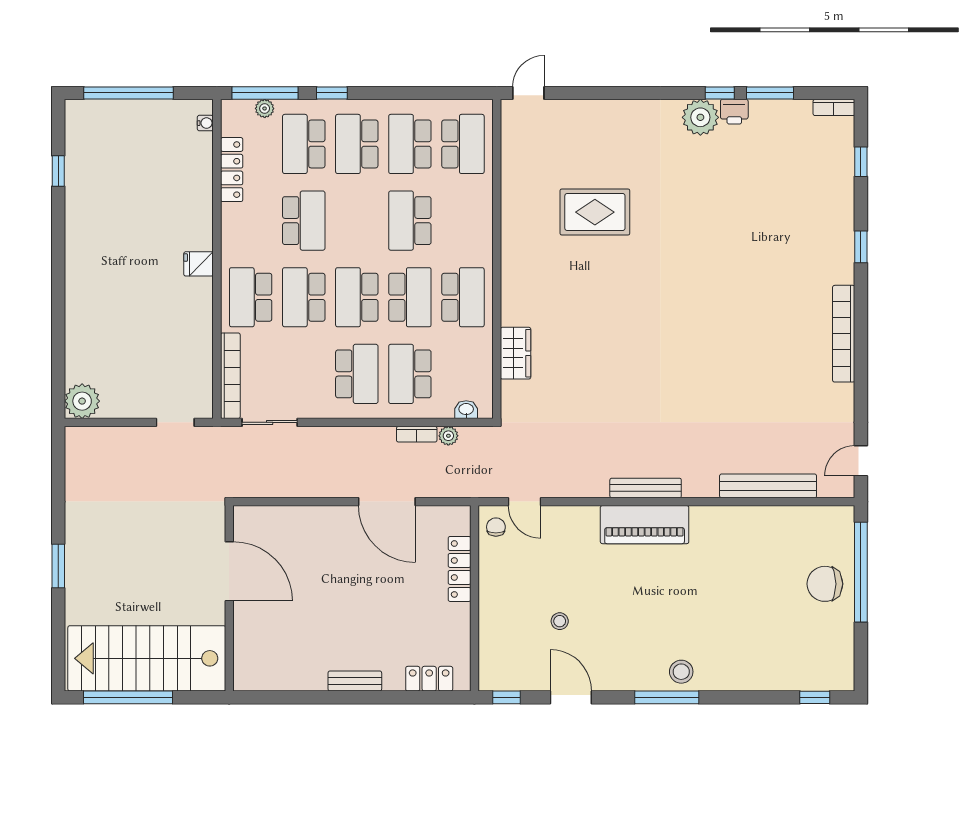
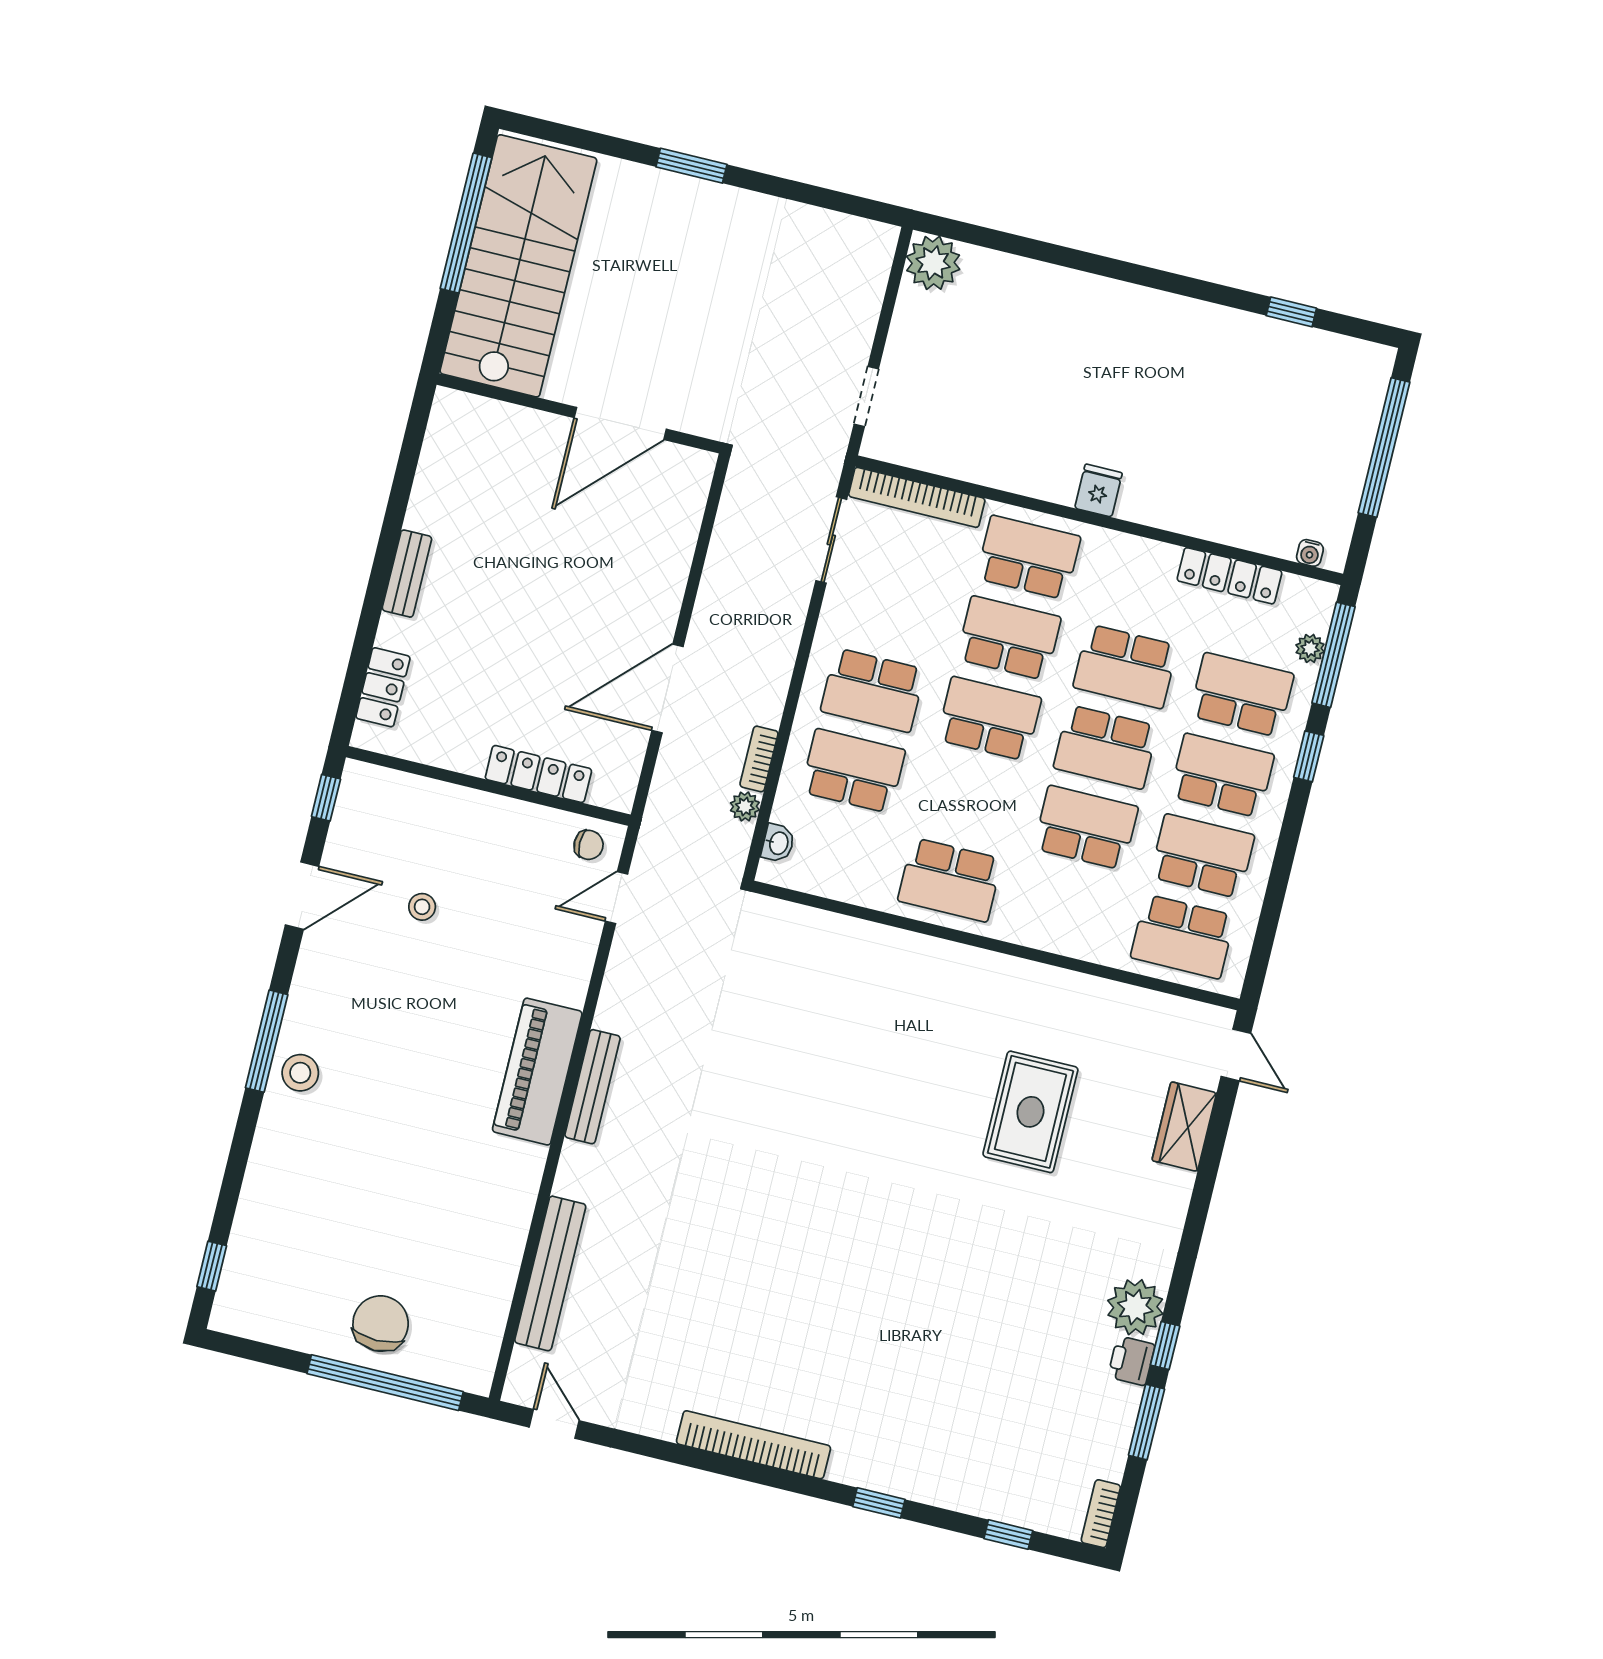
school desk: (410, 297) -> (1106, 747), moved
wardrobe: (516, 353) -> (1184, 1127), moved, turned 90

